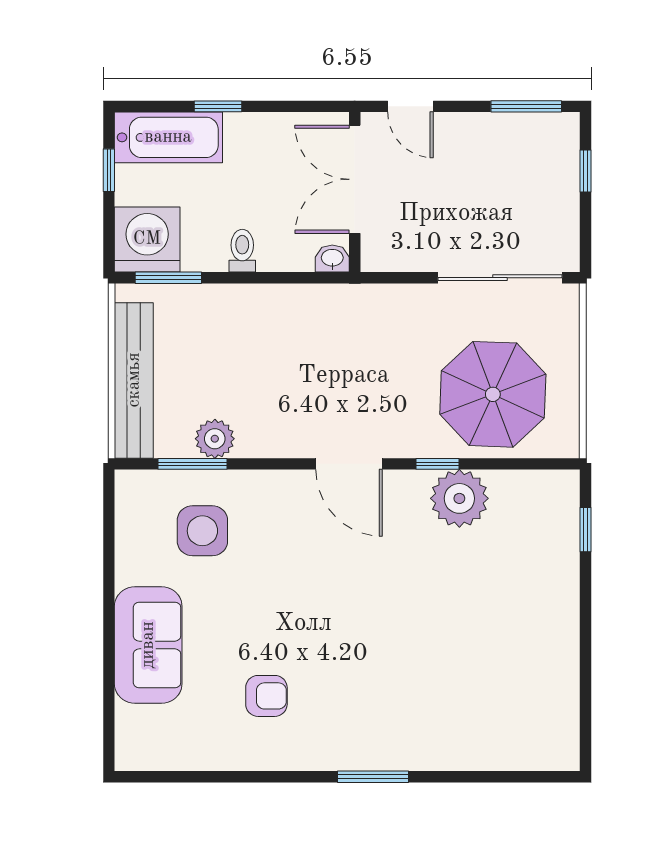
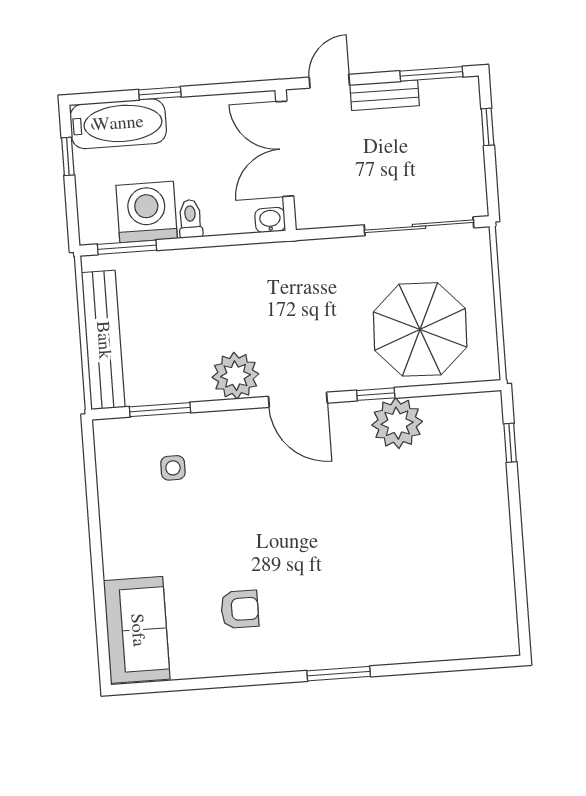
door: (410, 106) -> (329, 81), swing flipped
bench: (472, 127) -> (385, 95), added
washing machine: (147, 239) -> (147, 212), moved
plant: (215, 439) -> (235, 376), moved, width x1.36, depth x1.36
side table: (202, 531) -> (173, 468), width x0.54, depth x0.54
sofa: (148, 645) -> (137, 630), moved

